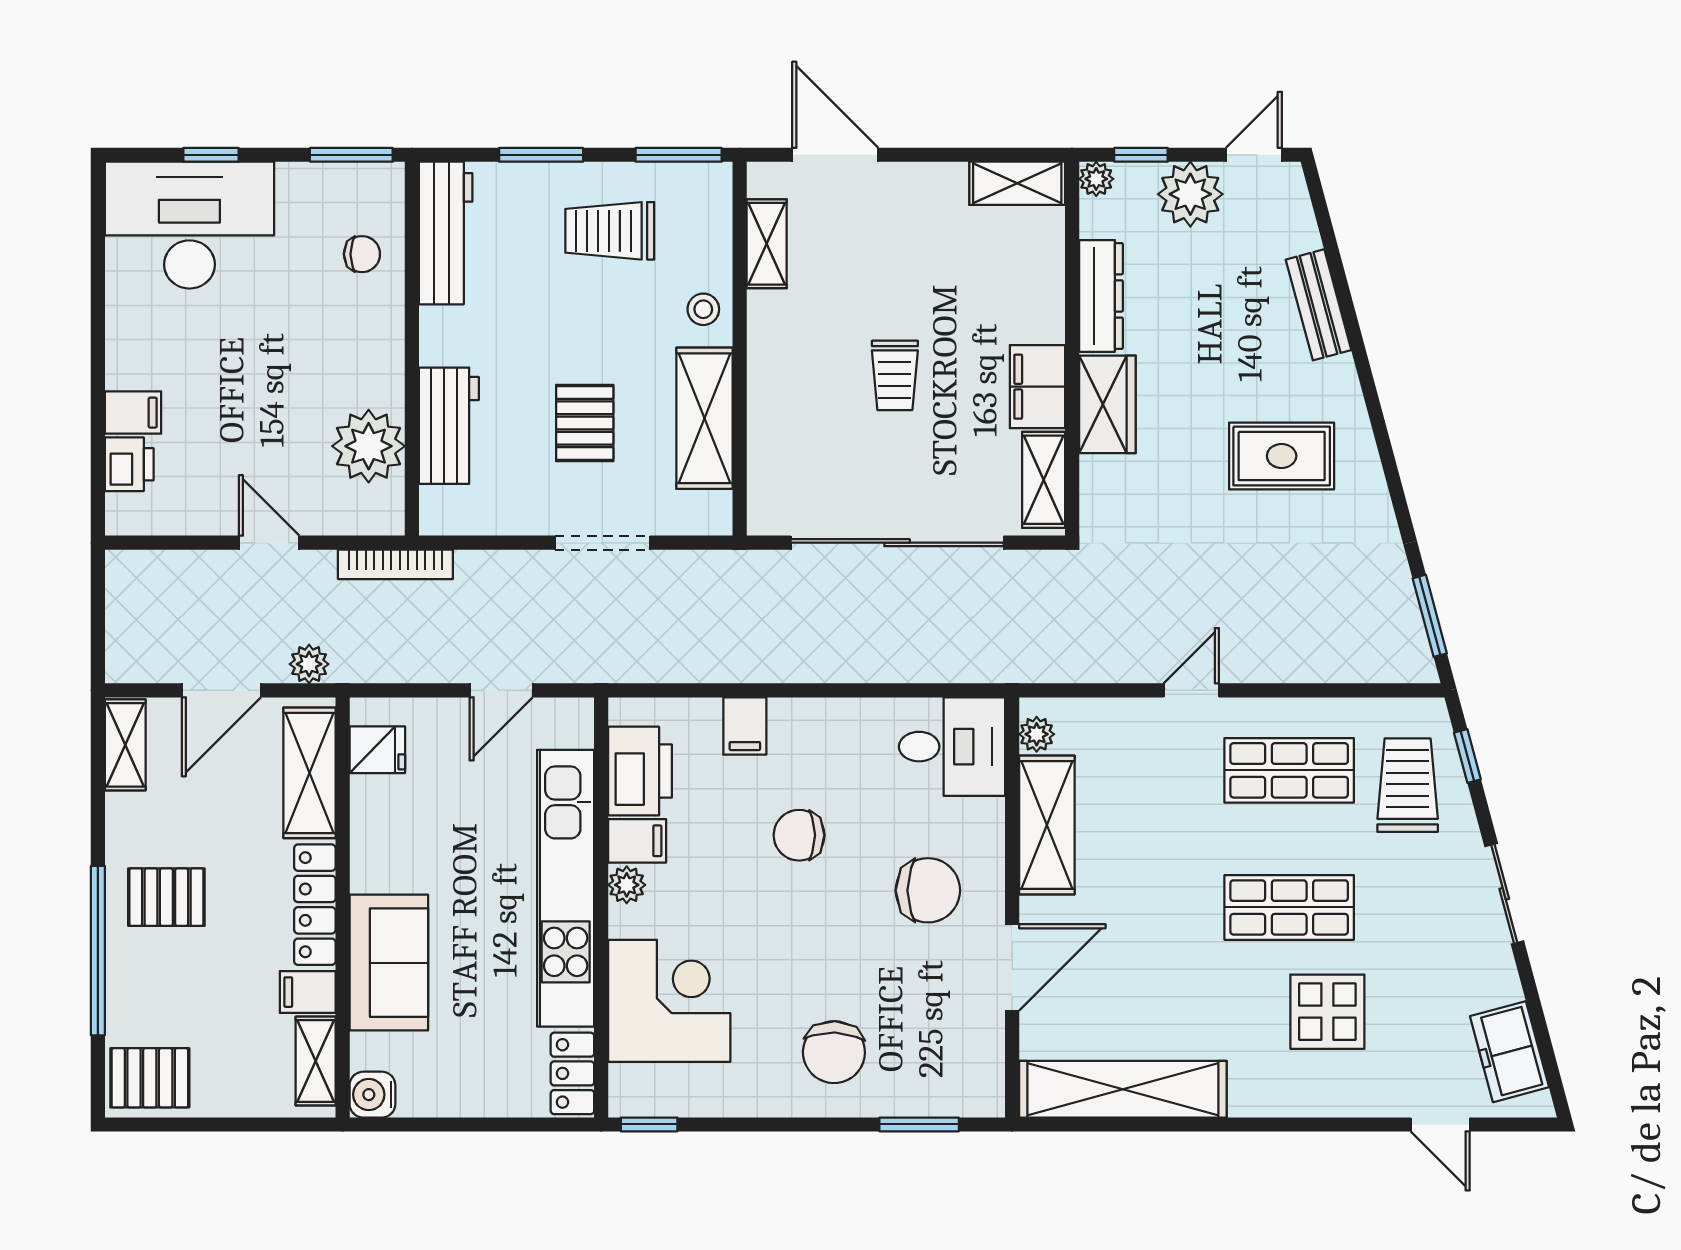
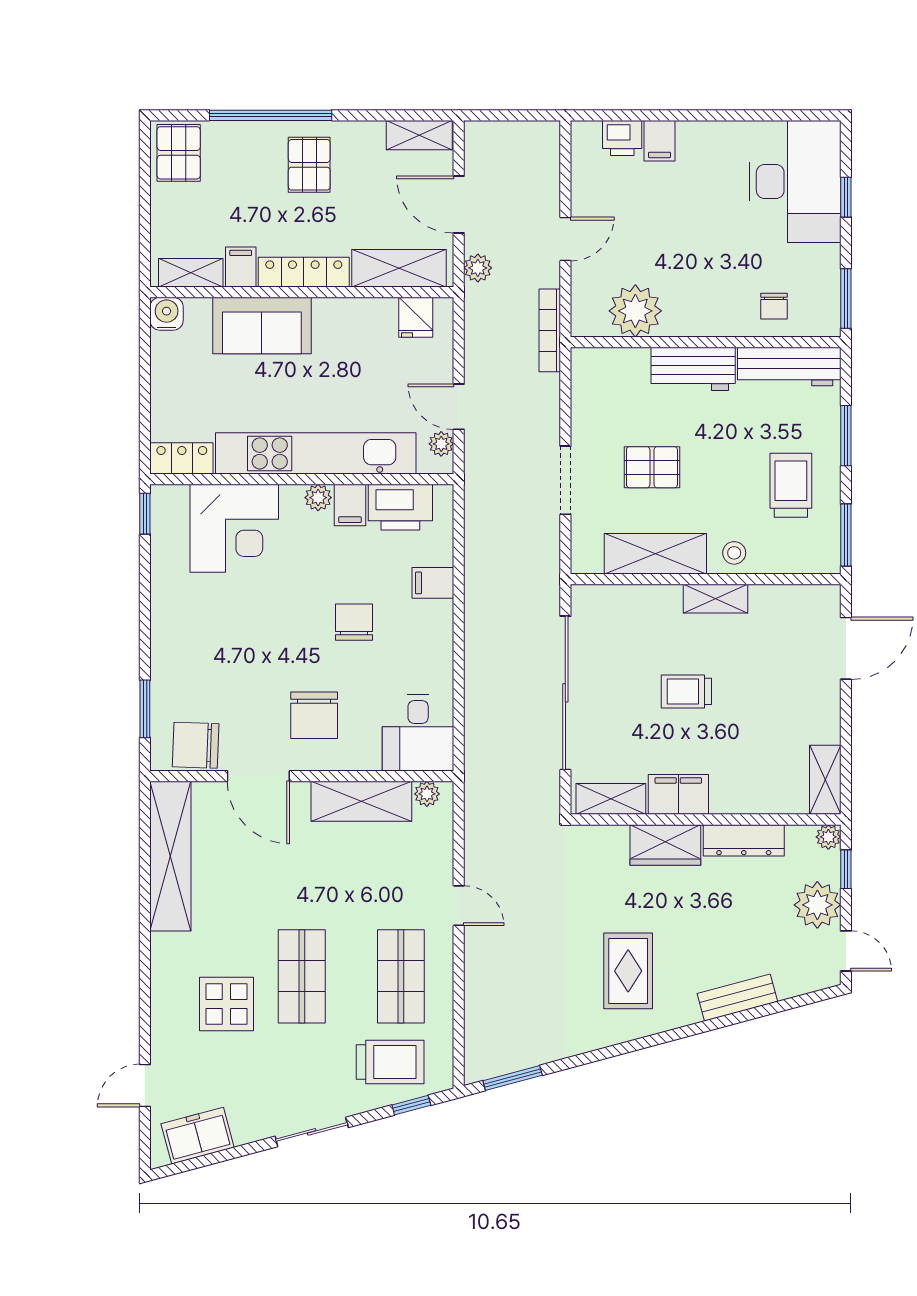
shelving: (767, 244) -> (715, 599), moved
workbench: (449, 426) -> (693, 369), moved
plant: (552, 715) -> (441, 444), added
chair: (834, 1052) -> (196, 745), moved

